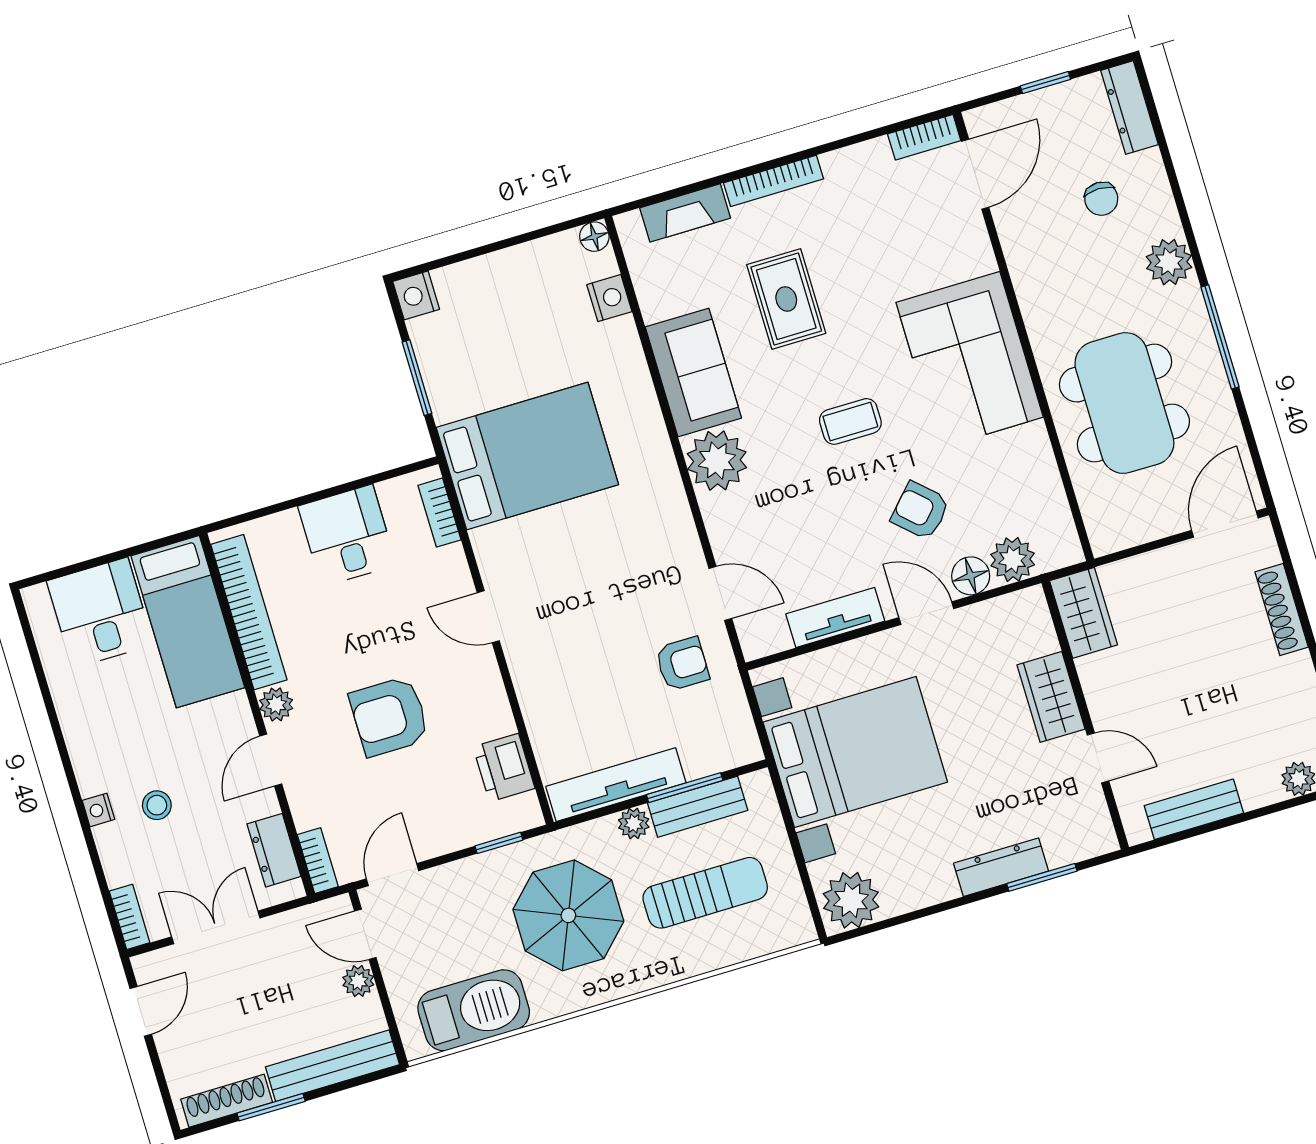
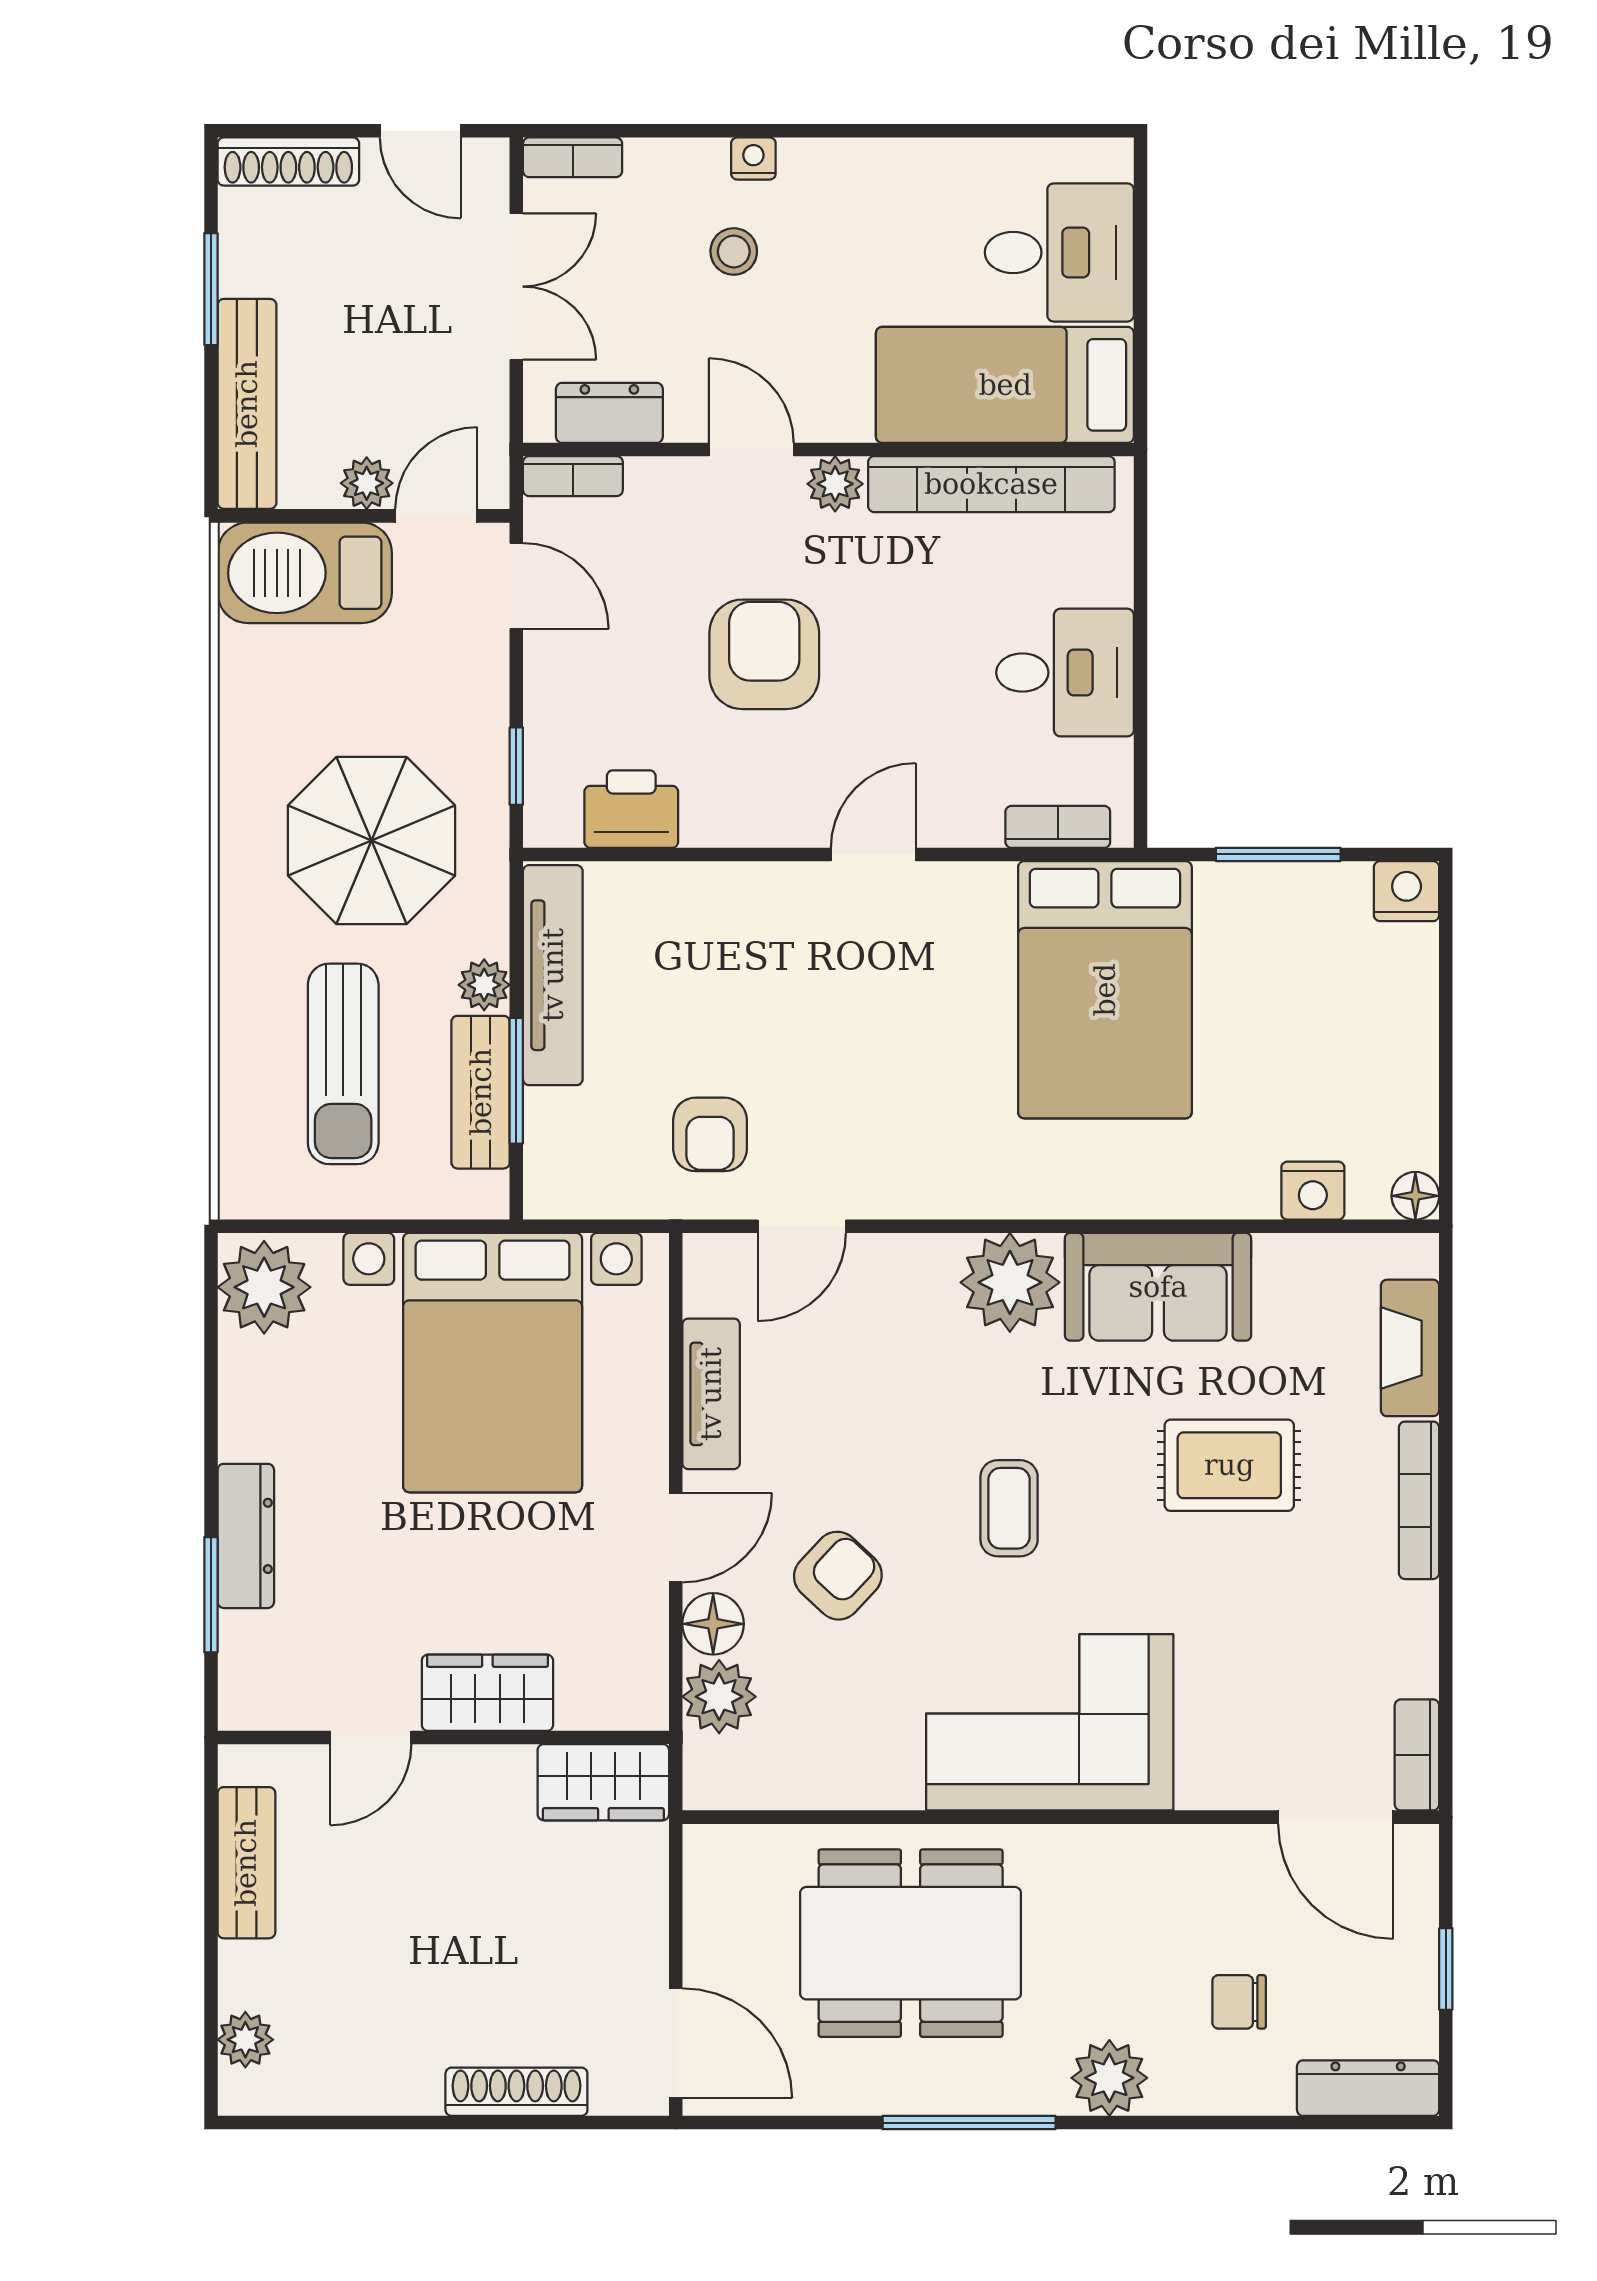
barbecue: (474, 1010) -> (305, 573), moved, turned 90
shoe rack: (227, 1101) -> (288, 162), moved, turned 90

